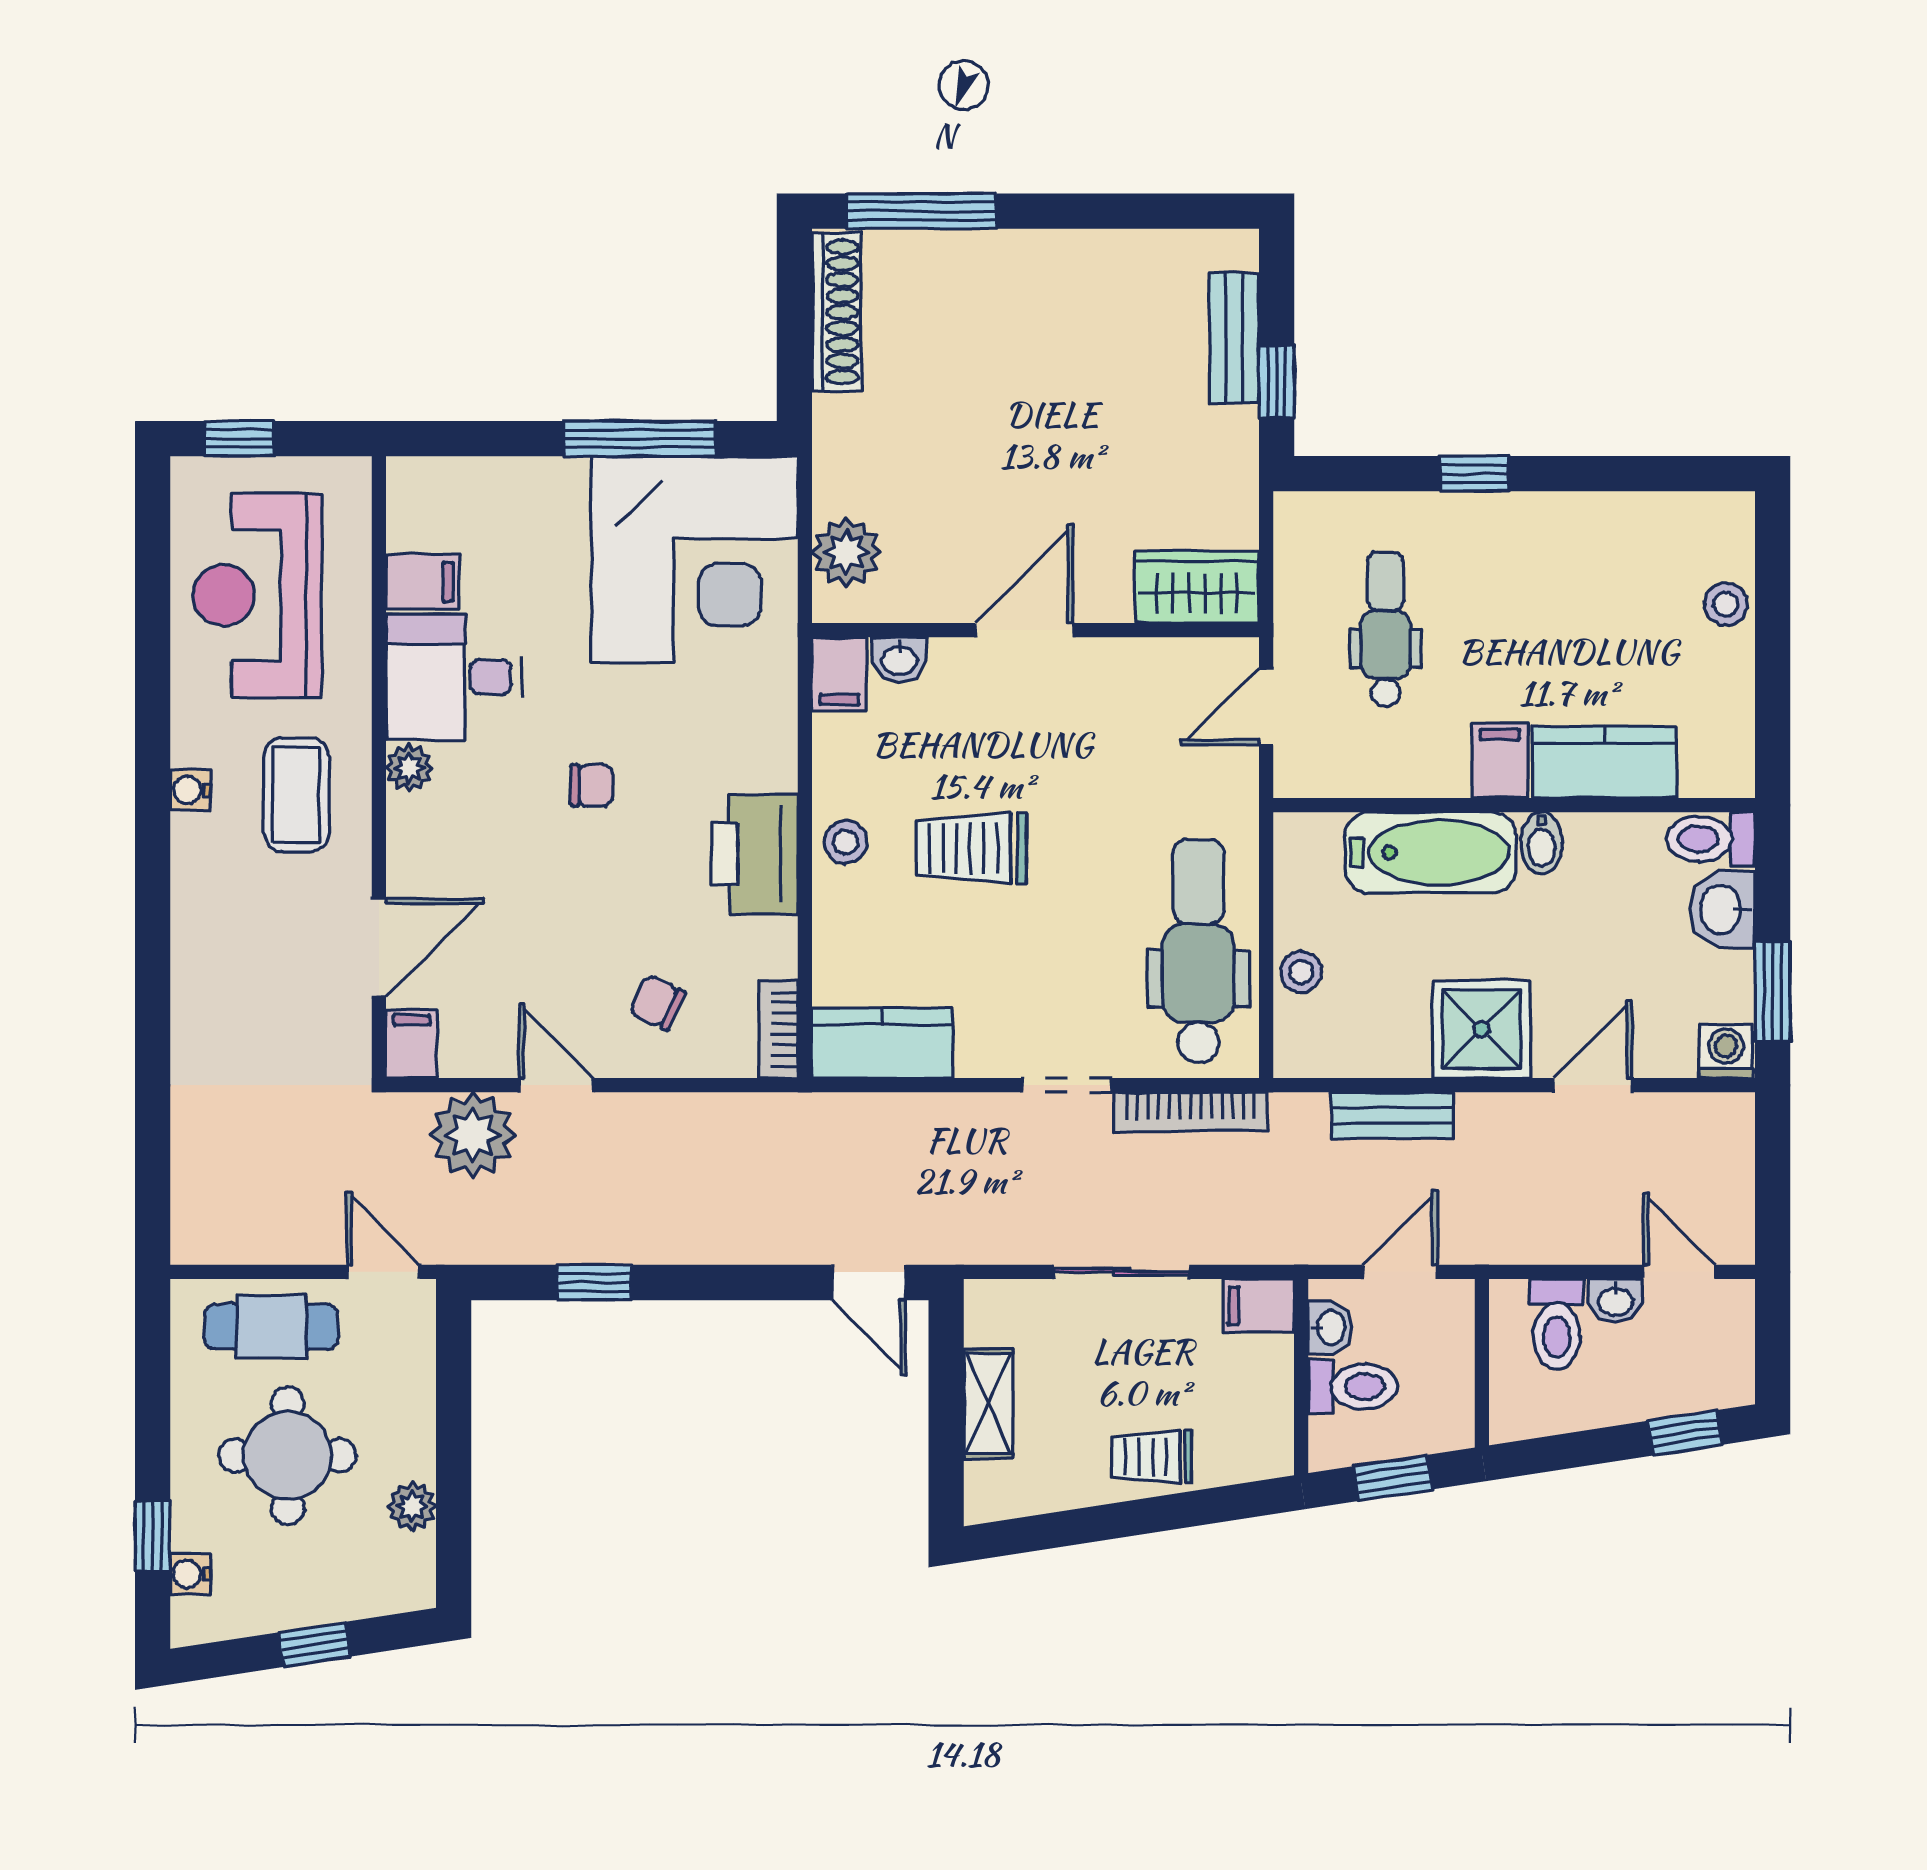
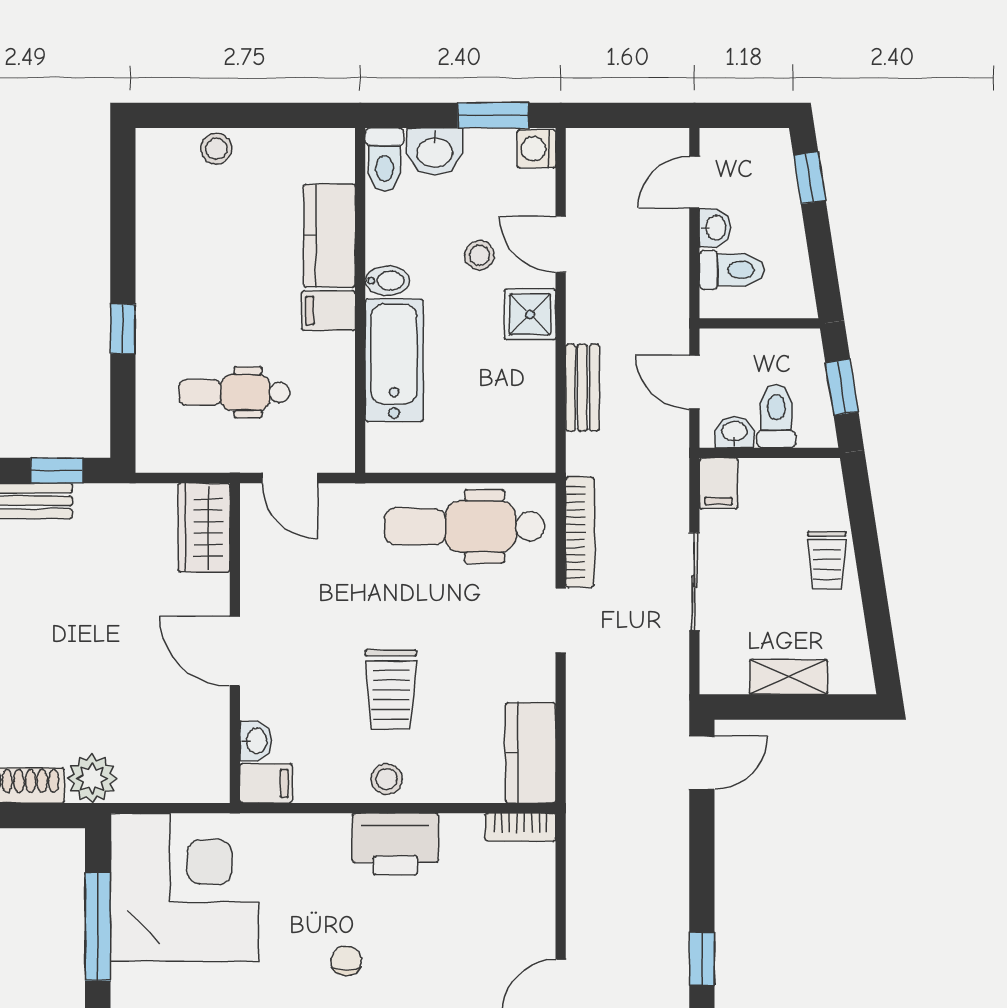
plant: (846, 552) -> (92, 779), moved
stool: (1301, 972) -> (479, 255), moved
chair: (657, 1002) -> (501, 914), removed
shower: (1481, 1029) -> (530, 314), width x0.73, depth x0.73

